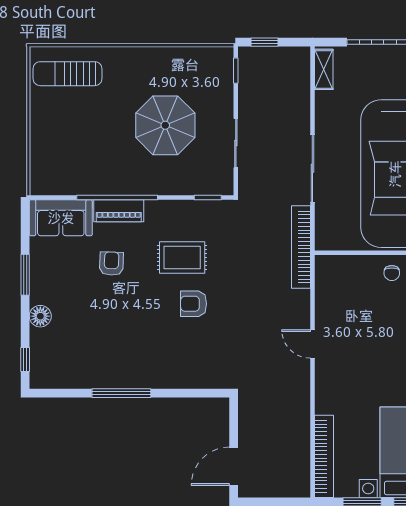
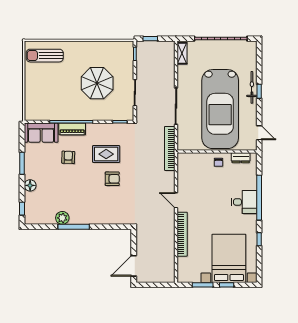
armchair: (194, 304) -> (112, 179), turned 180
plant: (100, 377) -> (62, 218), added
bookcase: (324, 456) -> (182, 234), moved

